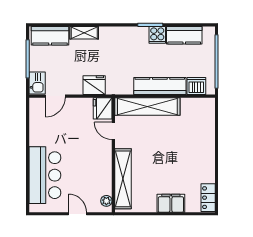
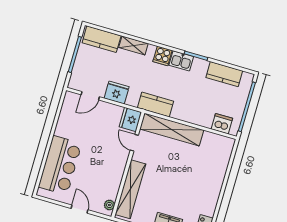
cooker: (157, 35) -> (163, 56), moved
kitchen sink: (37, 83) -> (181, 61), moved, turned 90
fridge: (94, 85) -> (117, 93), moved
kitchen counter: (160, 86) -> (155, 105), moved, width x0.67

